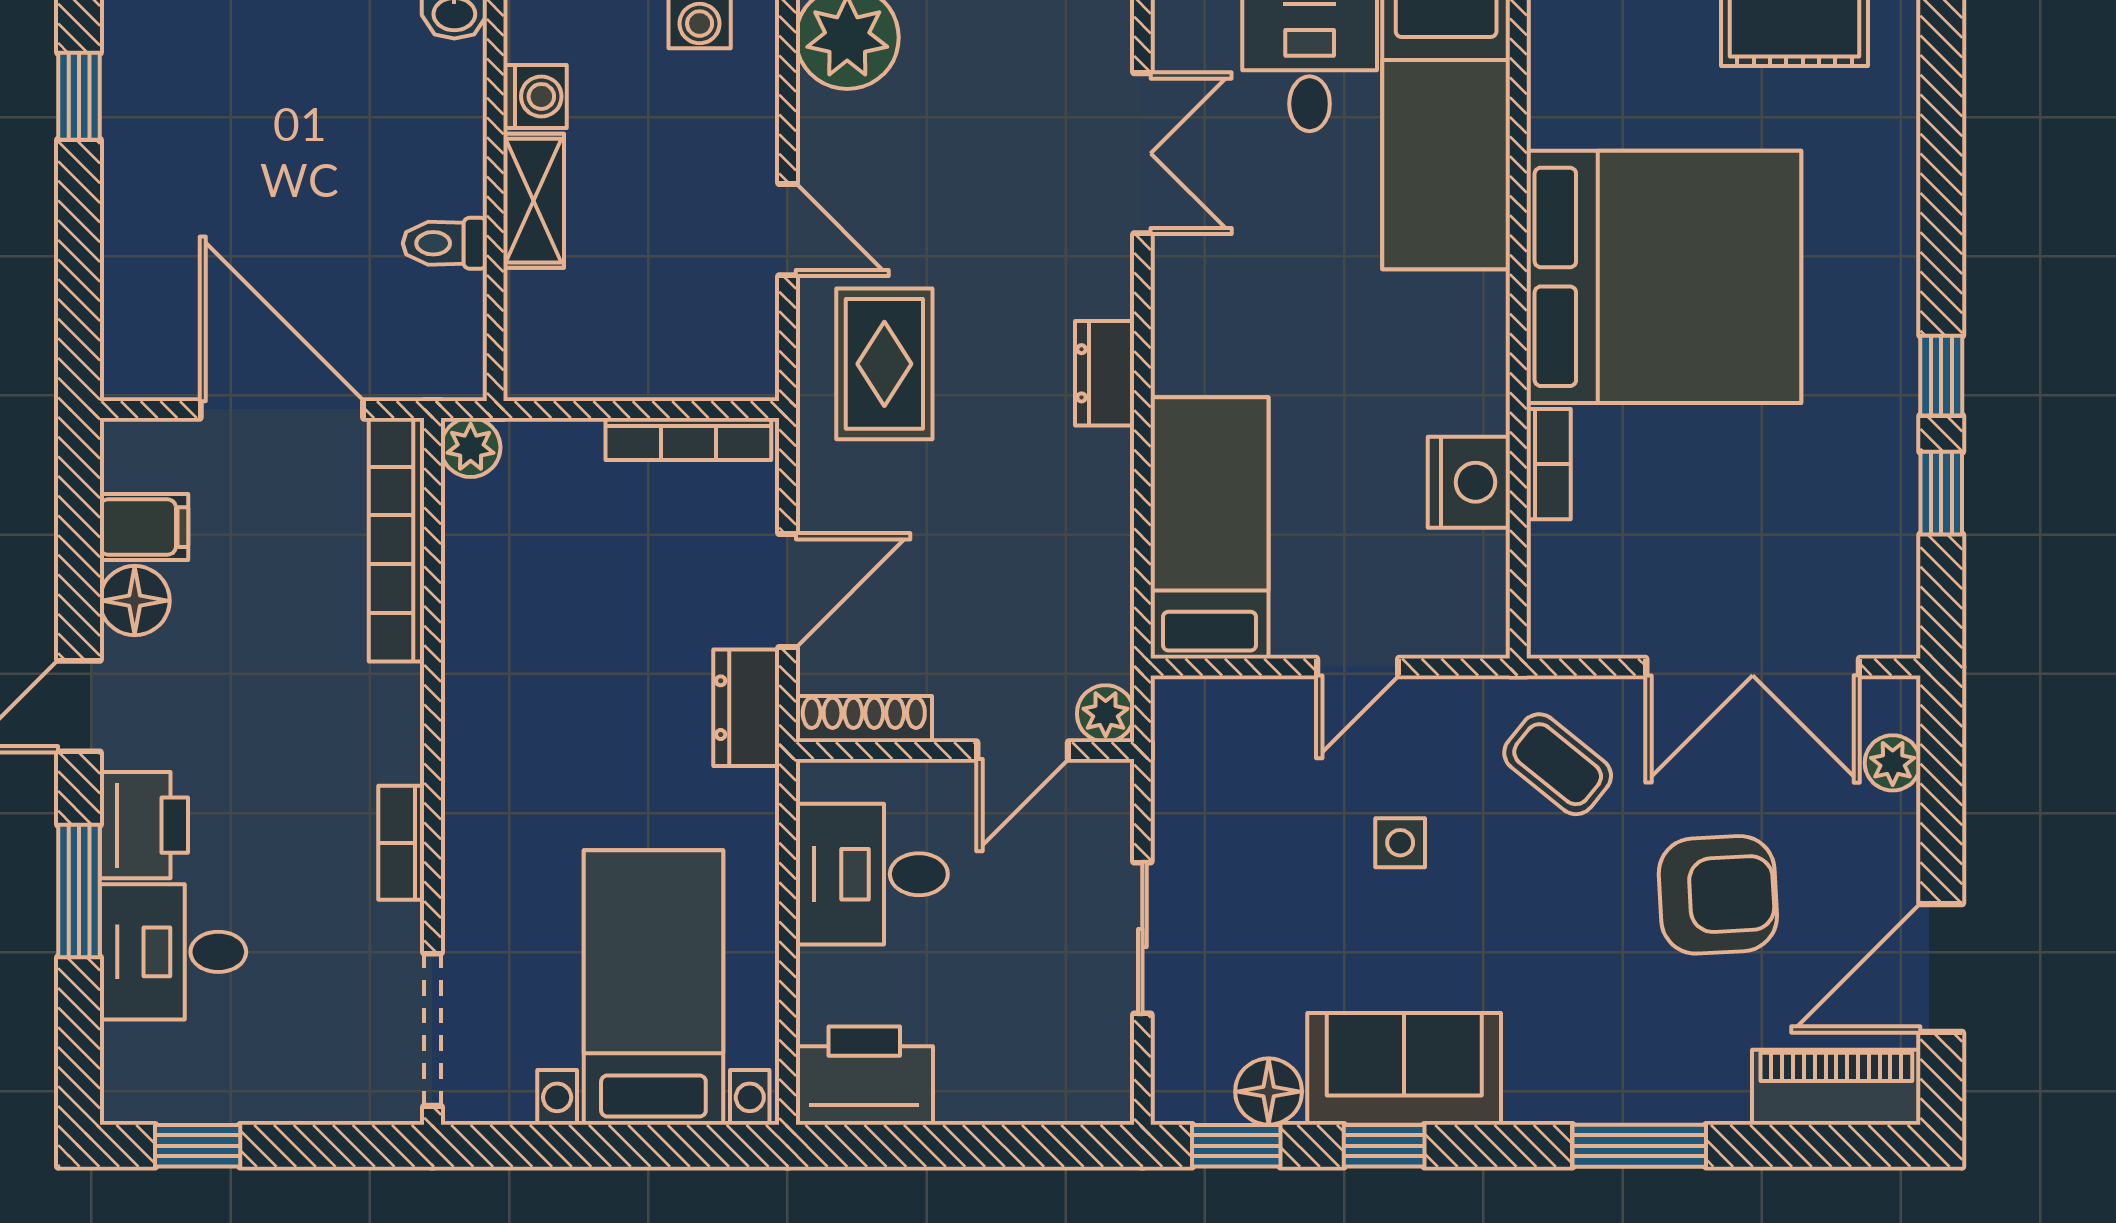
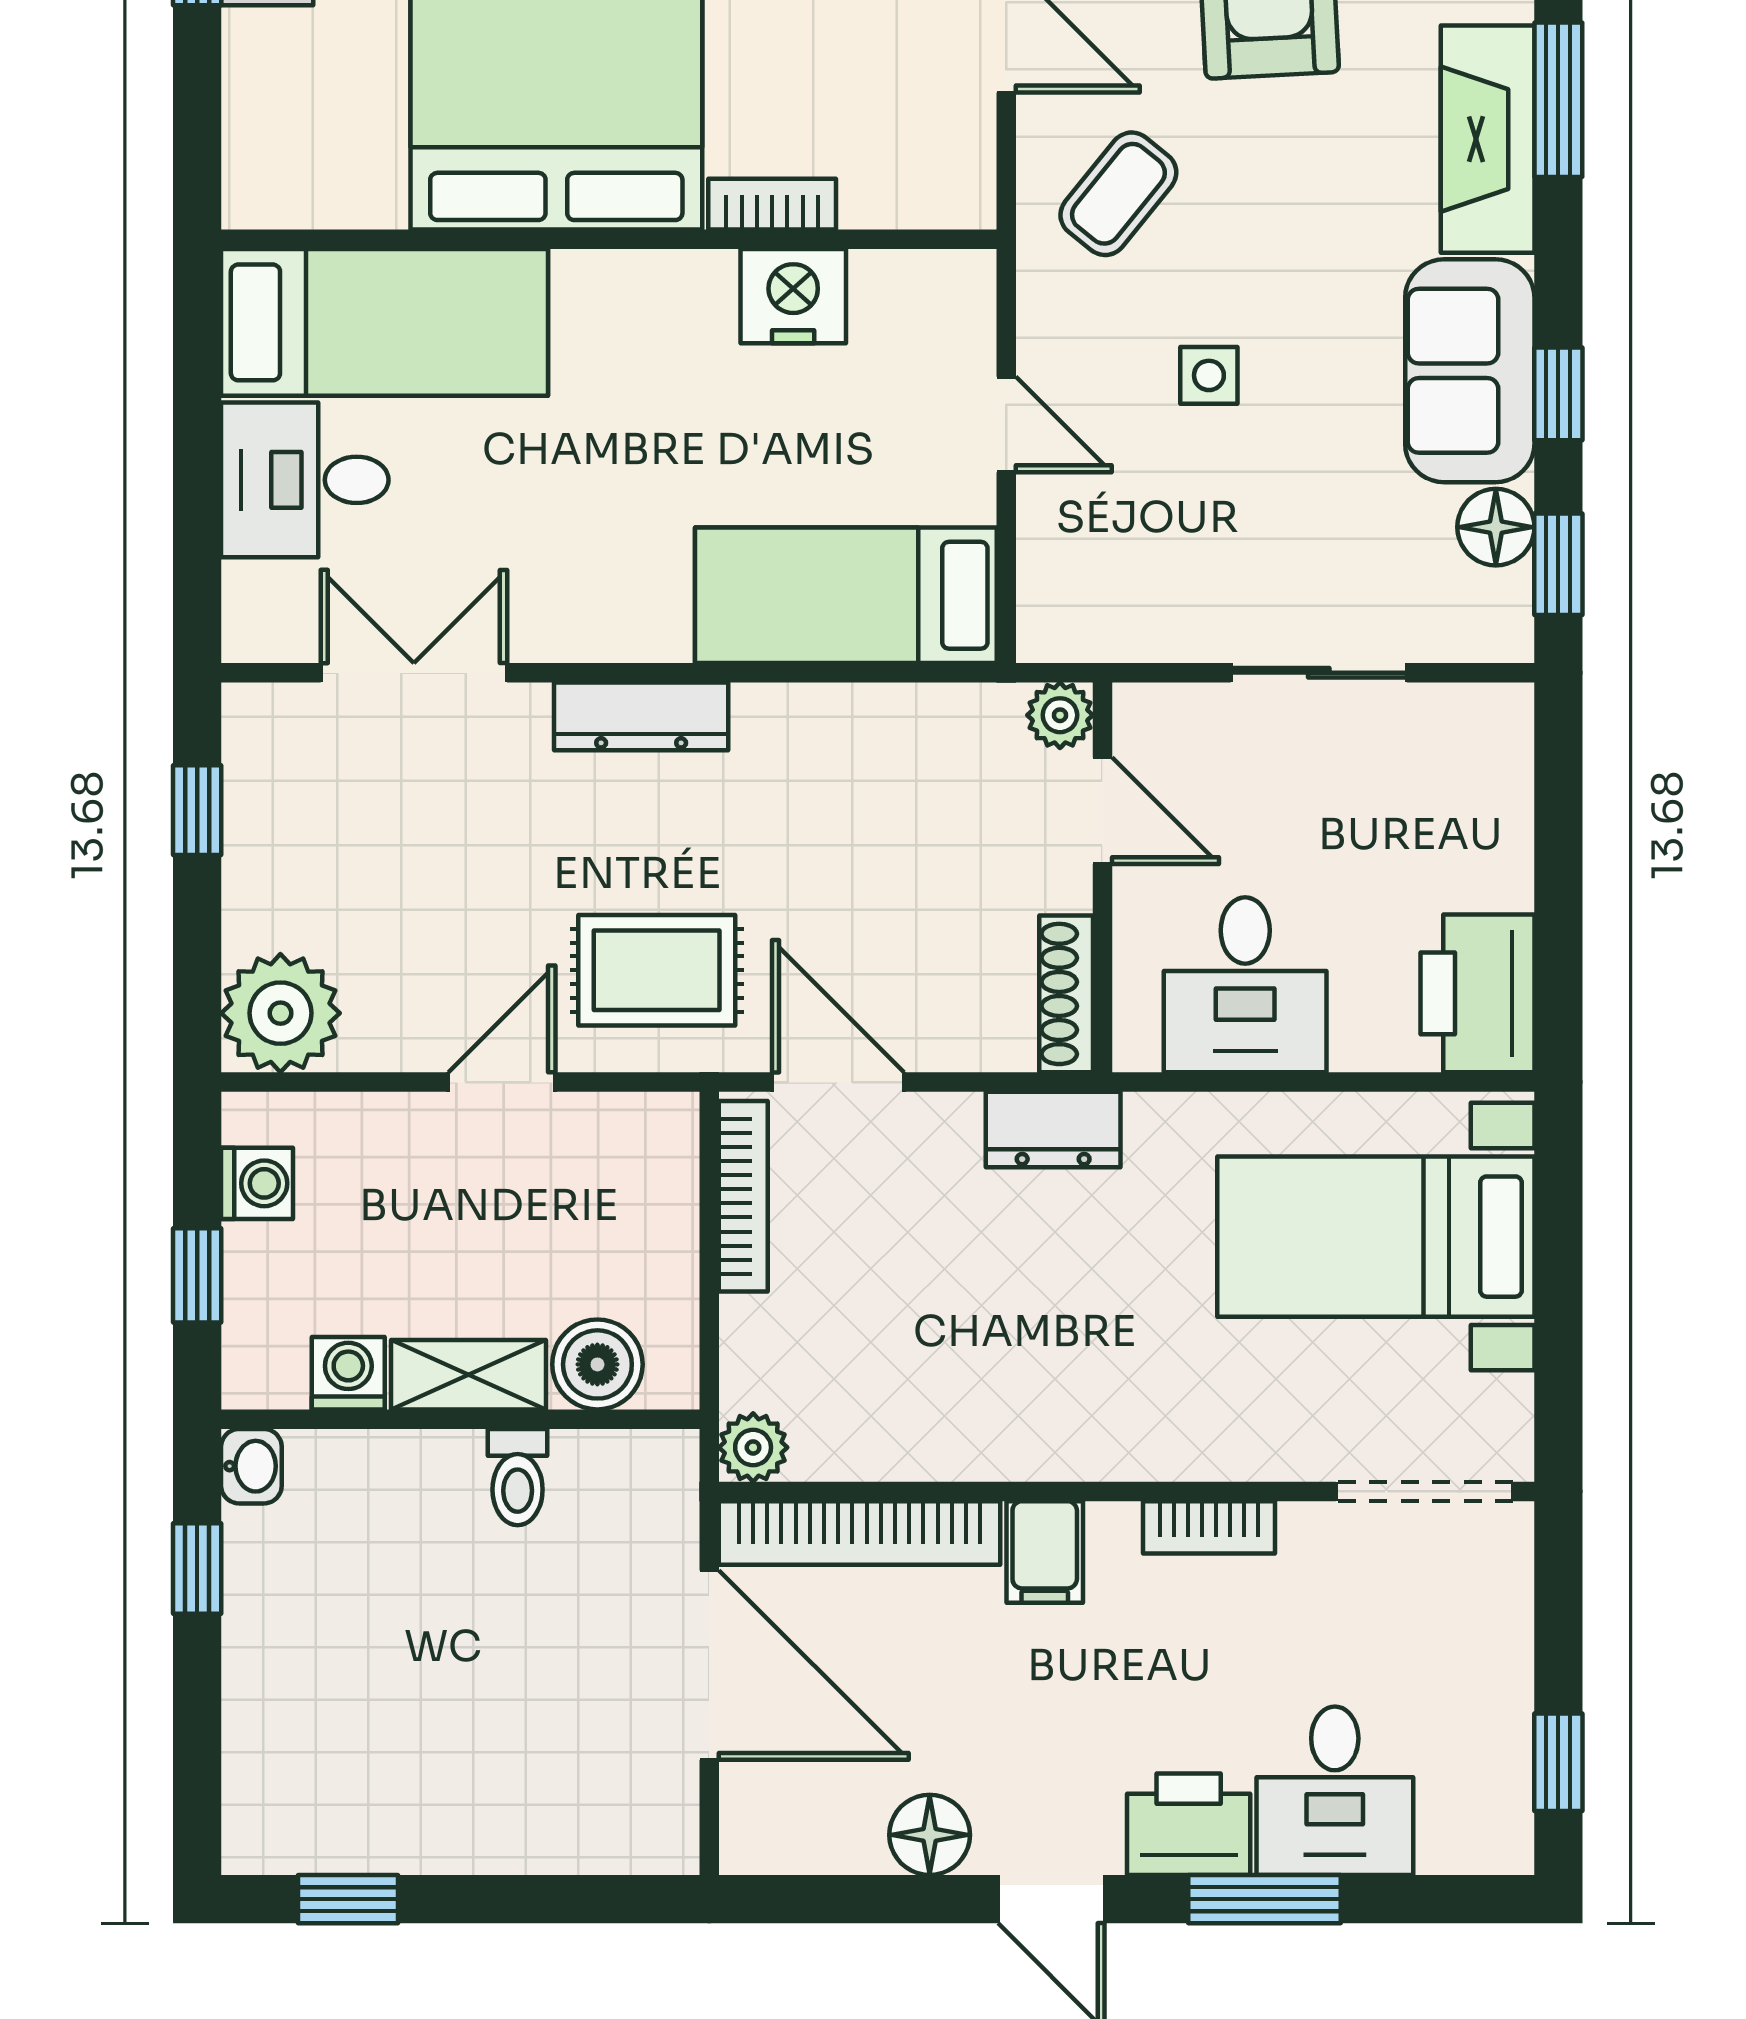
boiler: (543, 312) -> (597, 1364), added
dresser: (1105, 373) -> (641, 716), width x1.44
door: (282, 409) -> (709, 1665), swing flipped
filing cabinet: (144, 527) -> (1045, 1552), moved, turned 180
door: (787, 590) -> (838, 1082), moved
fireplace: (1605, 1084) -> (1488, 139), added

